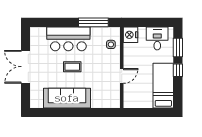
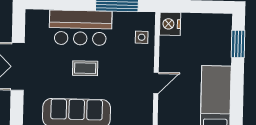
desk: (157, 38) -> (209, 30), removed
window: (178, 70) -> (237, 77), removed

